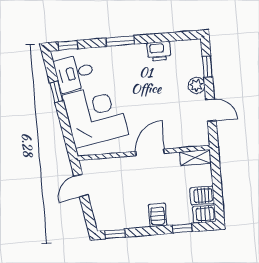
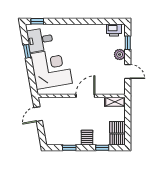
window: (120, 41) -> (72, 21), removed
printer: (159, 51) -> (114, 30), moved
window: (115, 234) -> (69, 148), moved

